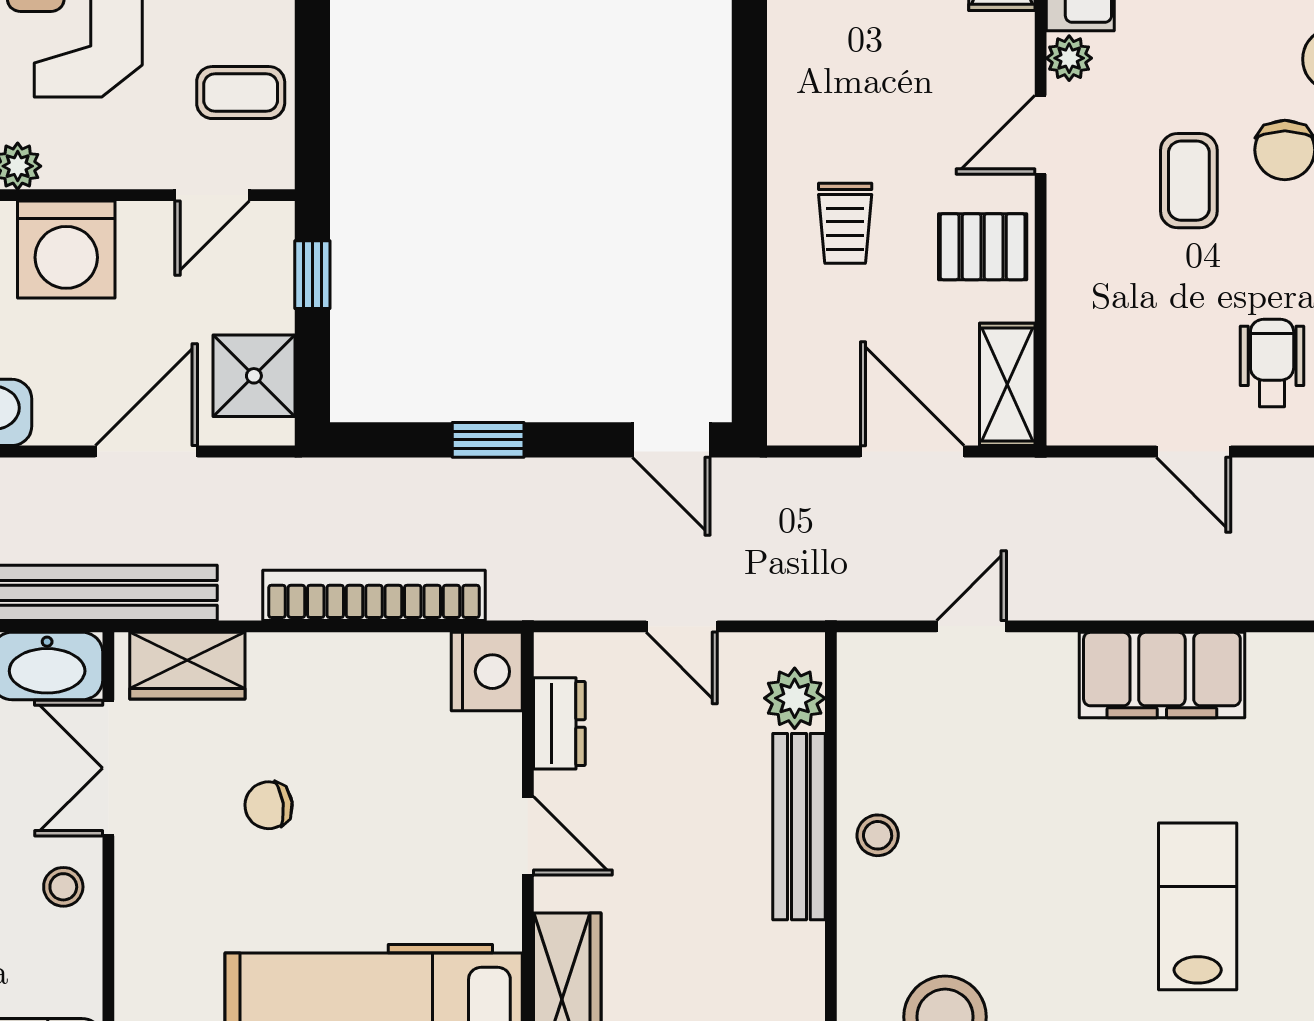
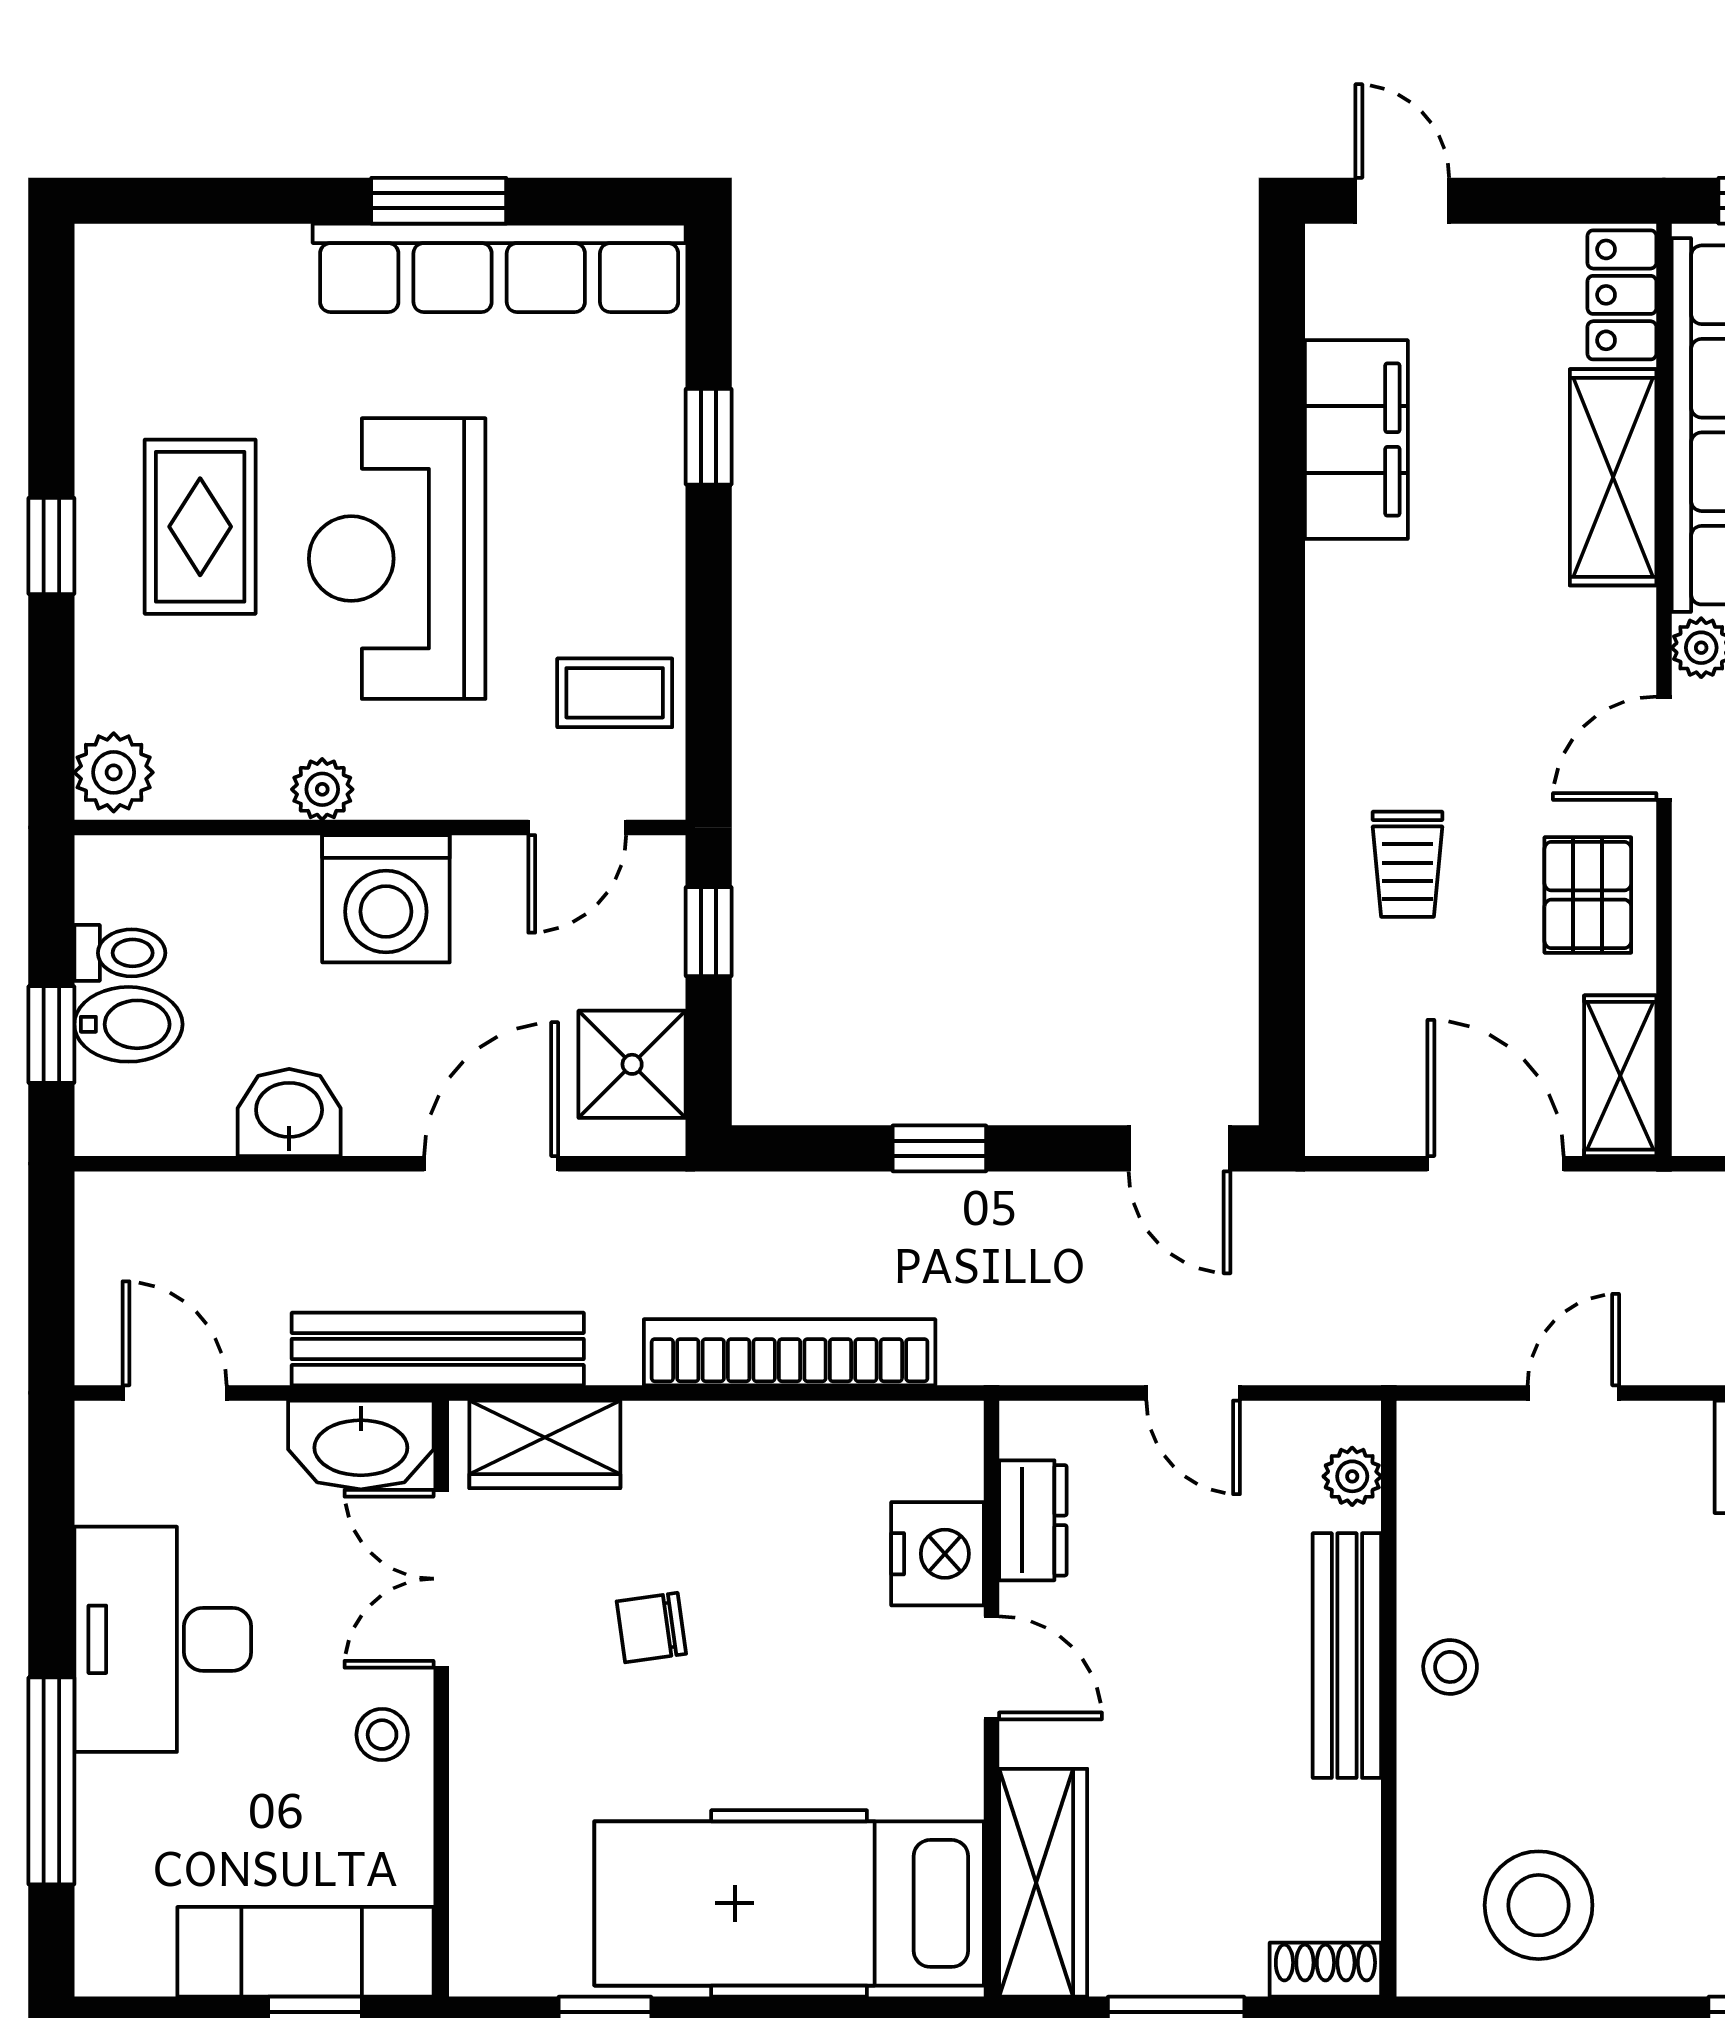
pallet: (983, 247) -> (1588, 895), turned 90
nightstand: (487, 672) -> (937, 1554), moved
plant: (795, 698) -> (1352, 1476), width x0.73, depth x0.73

